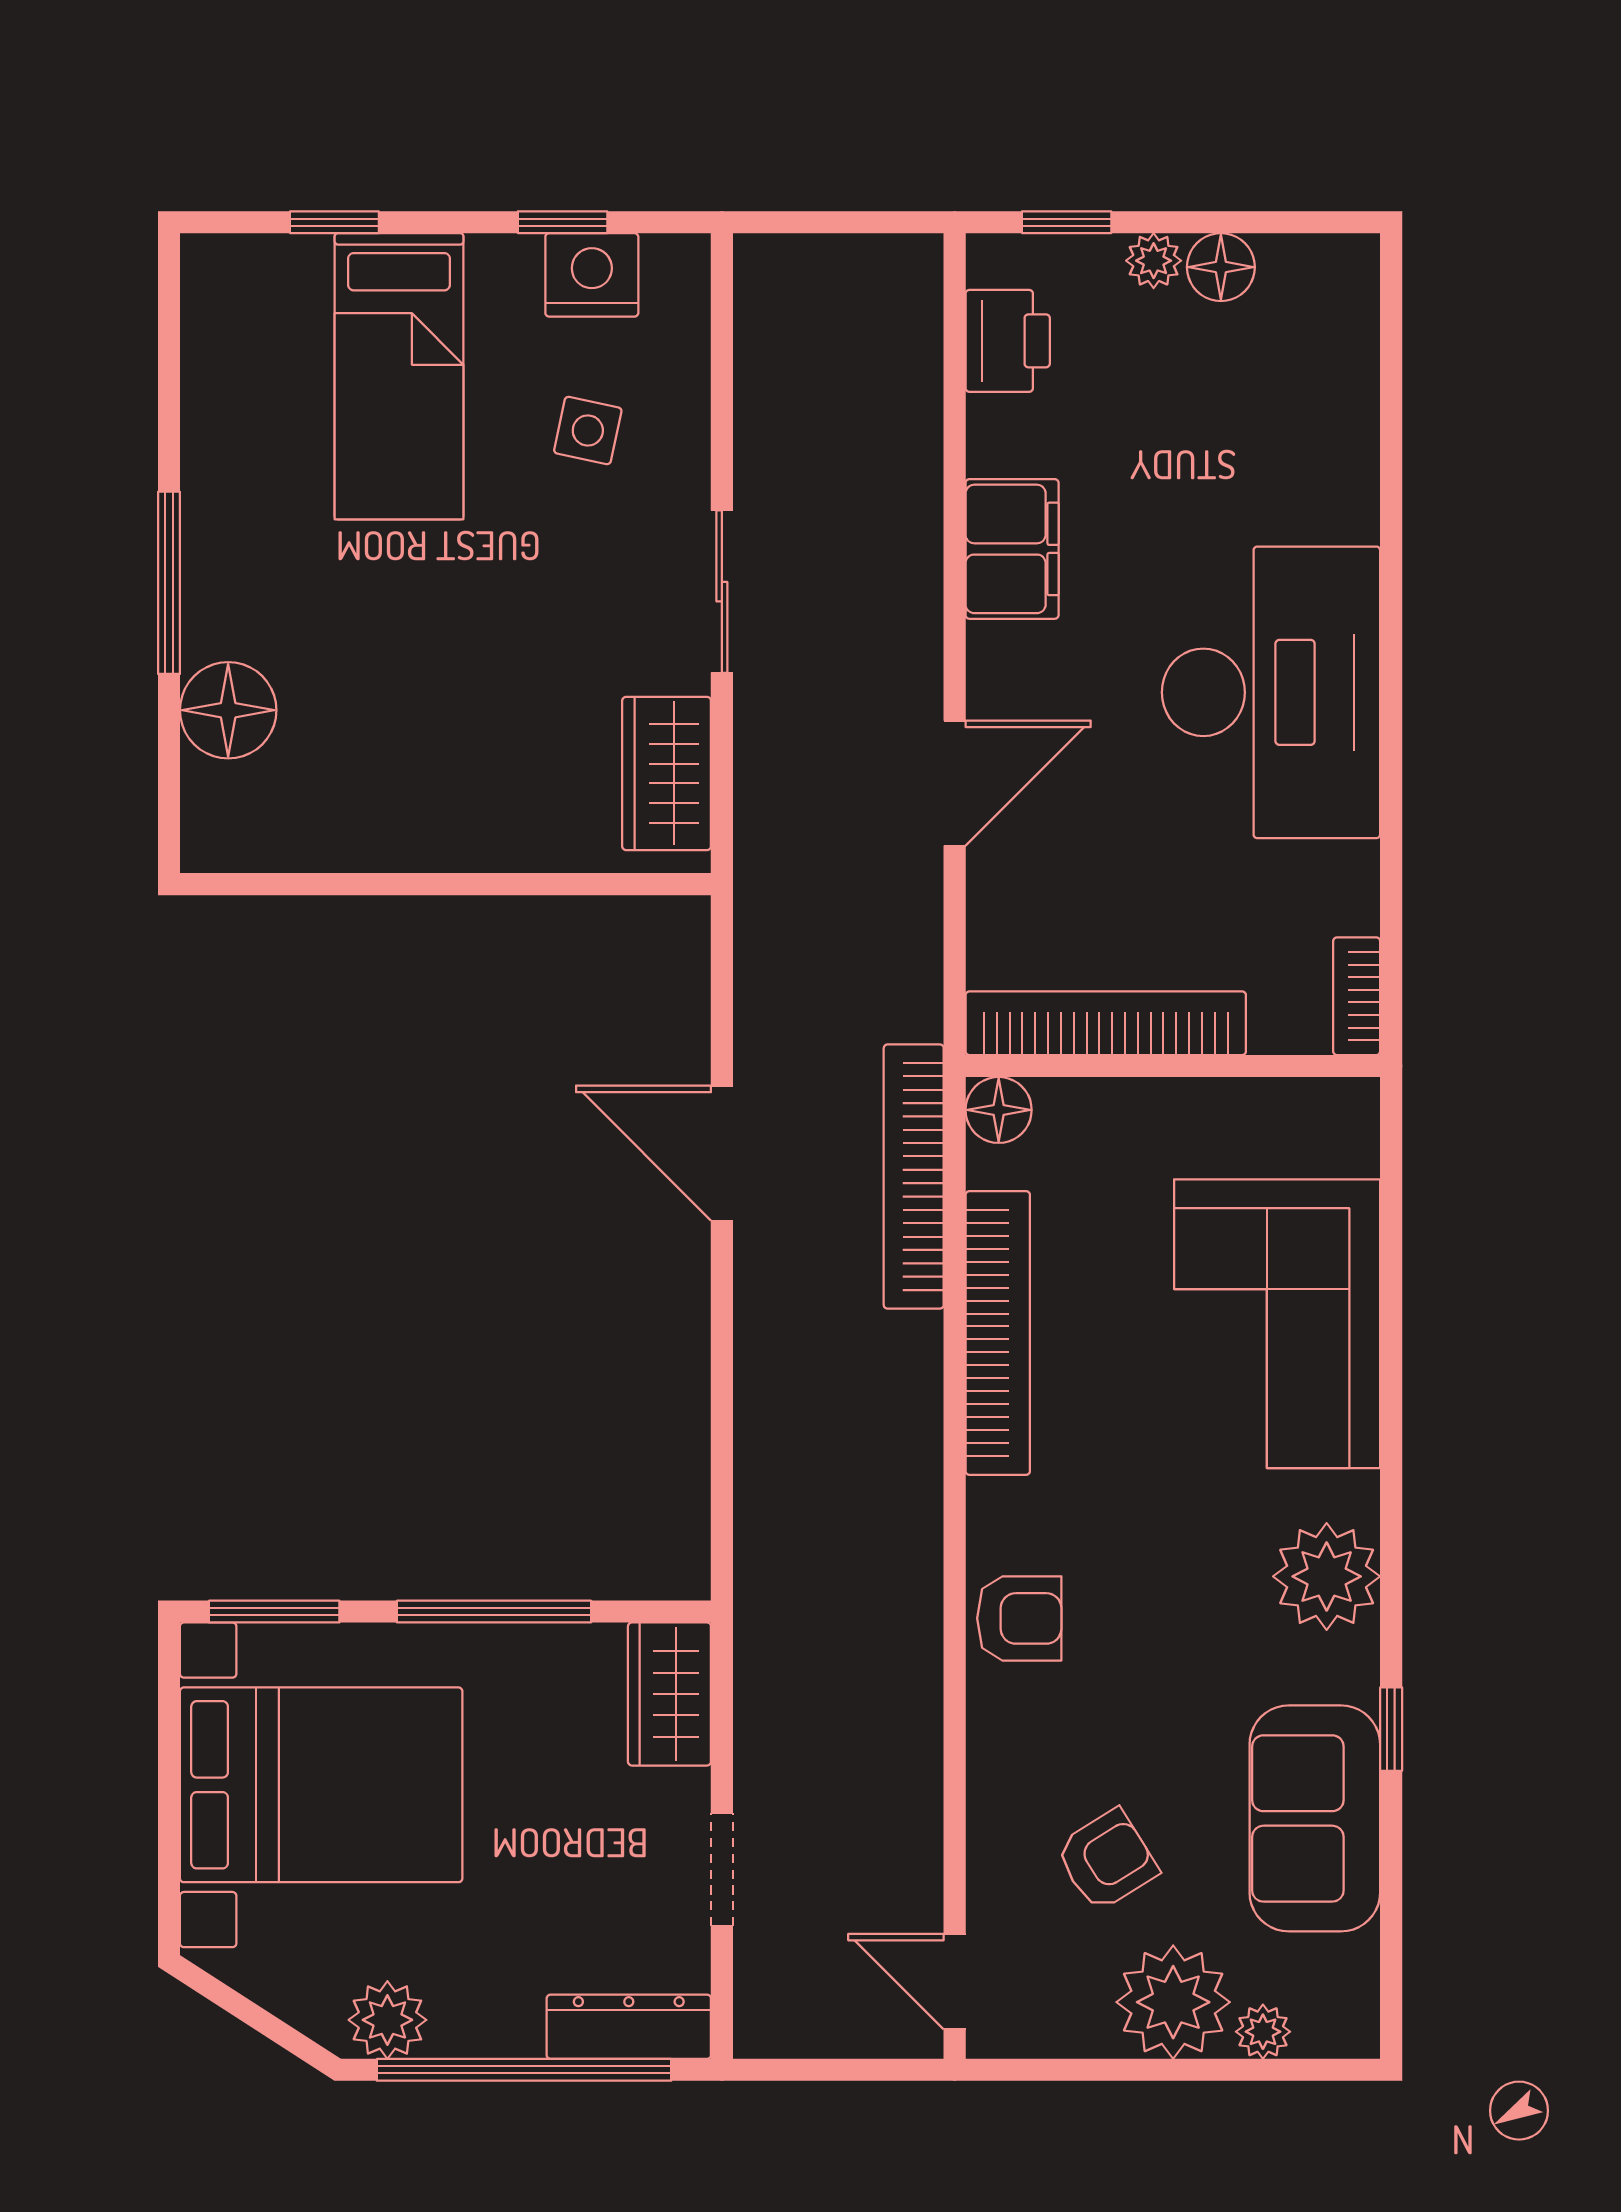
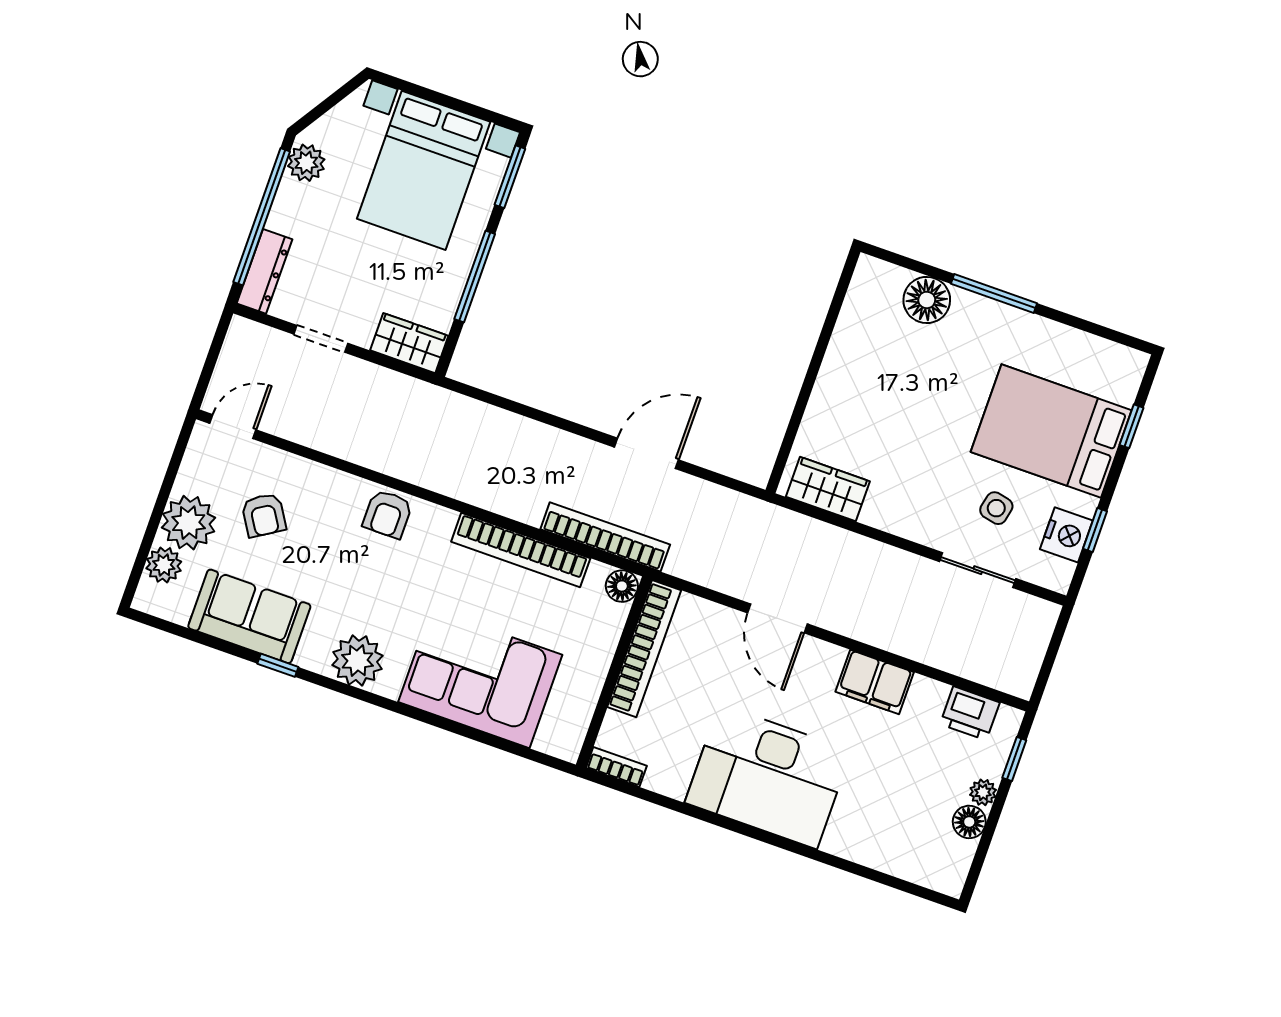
bed: (399, 376) -> (1051, 431), width x1.50
sliding door: (722, 592) -> (978, 570), moved
plant: (1263, 2032) -> (164, 565), width x1.38, depth x1.38

